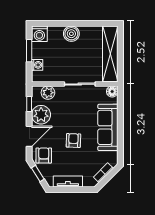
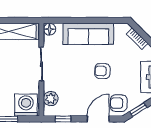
washing machine: (37, 65) -> (26, 105), width x1.89, depth x1.89
plant: (41, 115) -> (75, 106), removed
door: (29, 136) -> (98, 119), hinge flipped

